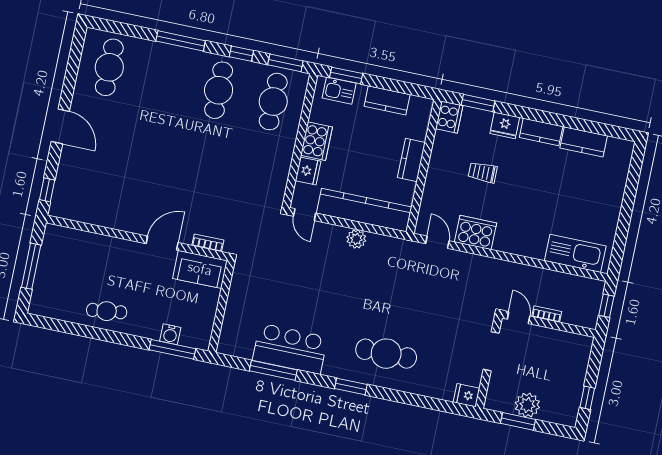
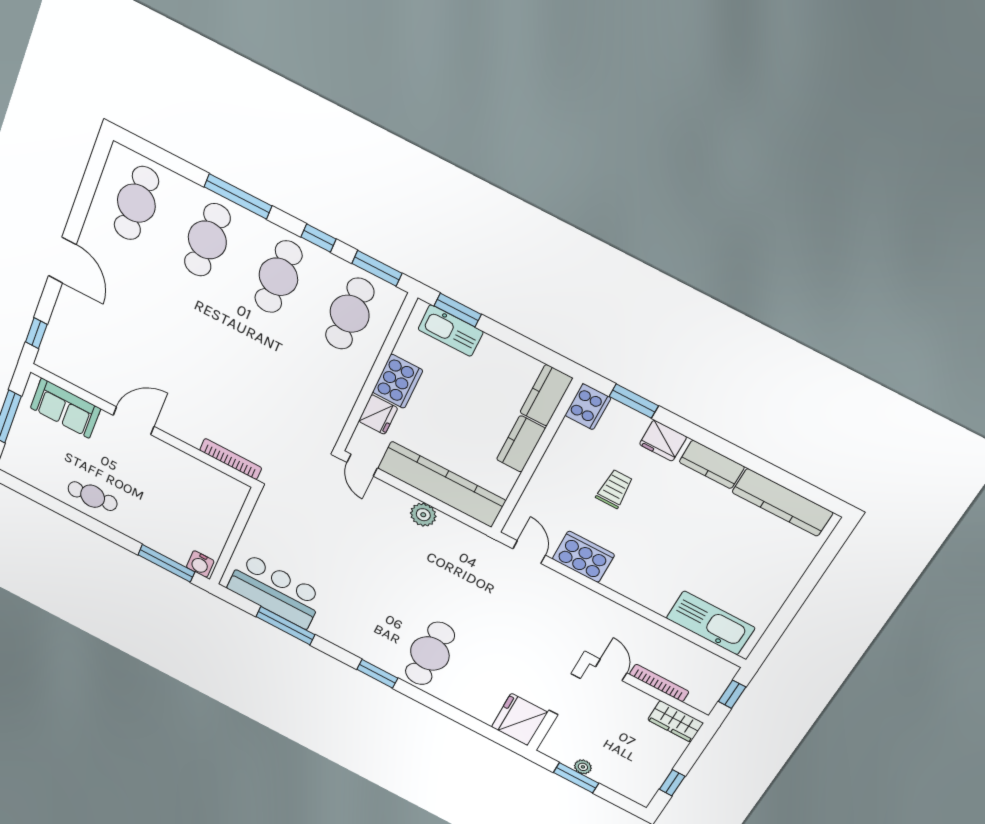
cafe table: (164, 79) -> (207, 240), added
kitchen sink: (339, 91) -> (451, 331), width x1.38
kitchen counter: (387, 100) -> (546, 395), moved, turned 90
kitchen counter: (584, 142) -> (782, 502), width x1.50
trolley: (483, 172) -> (615, 489), turned 90
door: (162, 243) -> (134, 421), moved
bookcase: (208, 243) -> (231, 459), width x1.56
sofa: (200, 269) -> (66, 408), moved
bookcase: (547, 314) -> (659, 683), width x1.56
water cooler: (170, 334) -> (200, 564), moved
wardrobe: (575, 344) -> (676, 721), added
bar counter: (290, 349) -> (275, 591), moved
cafe table: (386, 354) -> (430, 654), turned 90
fridge: (466, 395) -> (519, 720), width x1.88, depth x1.34
plant: (527, 405) -> (583, 767), width x0.53, depth x0.53

